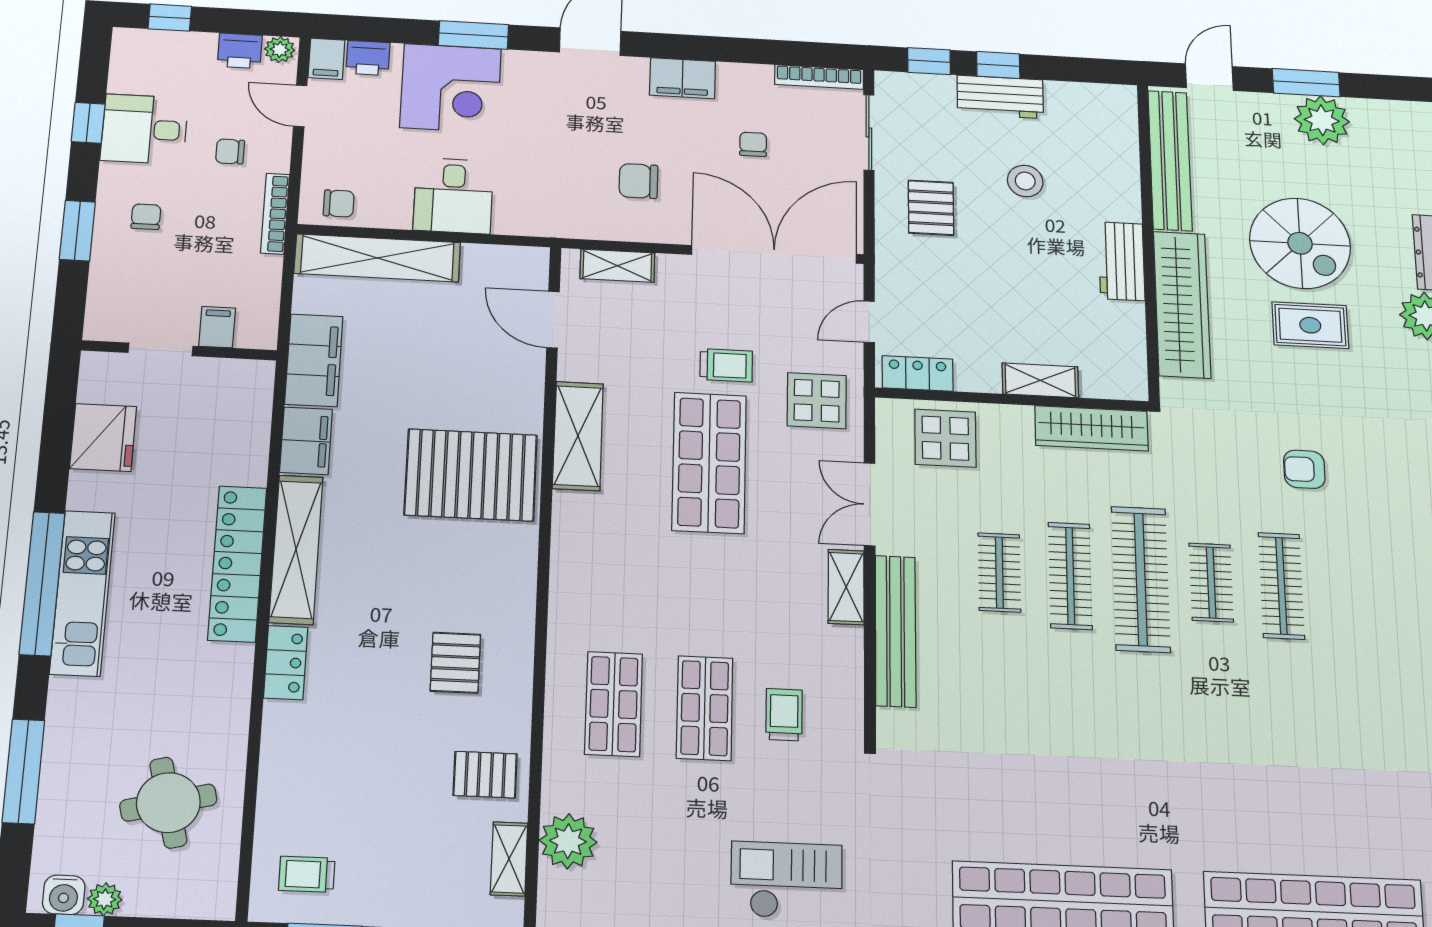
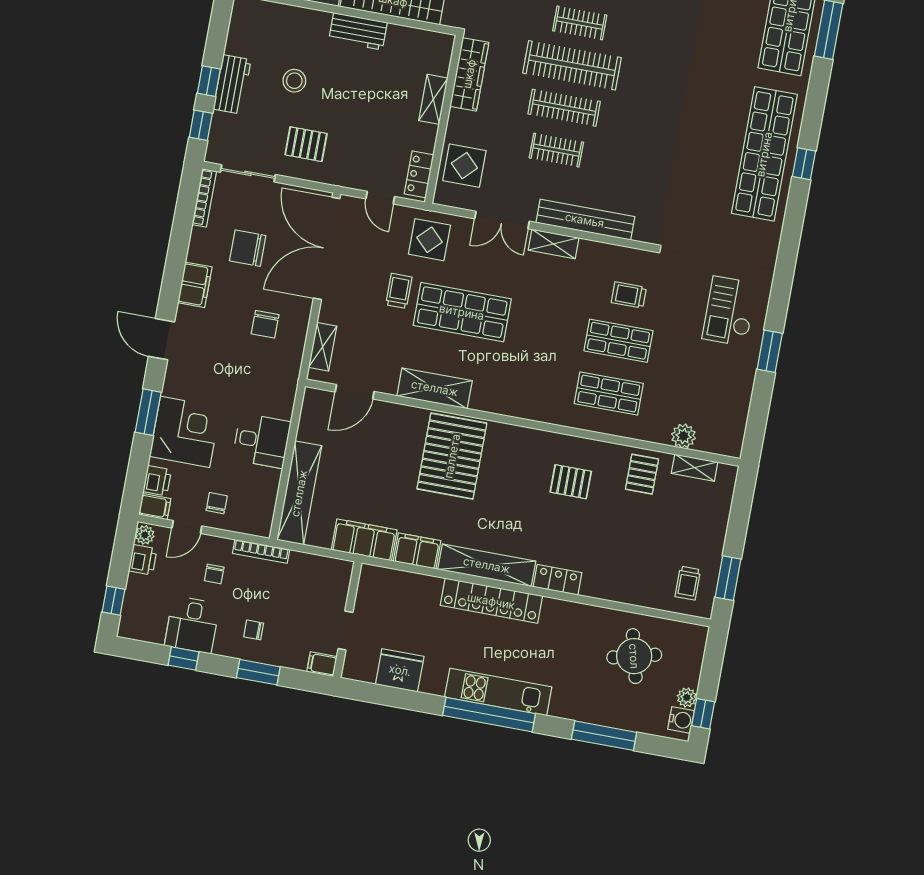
chair: (753, 144) -> (248, 248), width x1.87, depth x1.87
chair: (339, 203) -> (217, 503), moved
filing cabinet: (217, 327) -> (322, 664), moved
plant: (568, 841) -> (684, 436), width x0.73, depth x0.73

